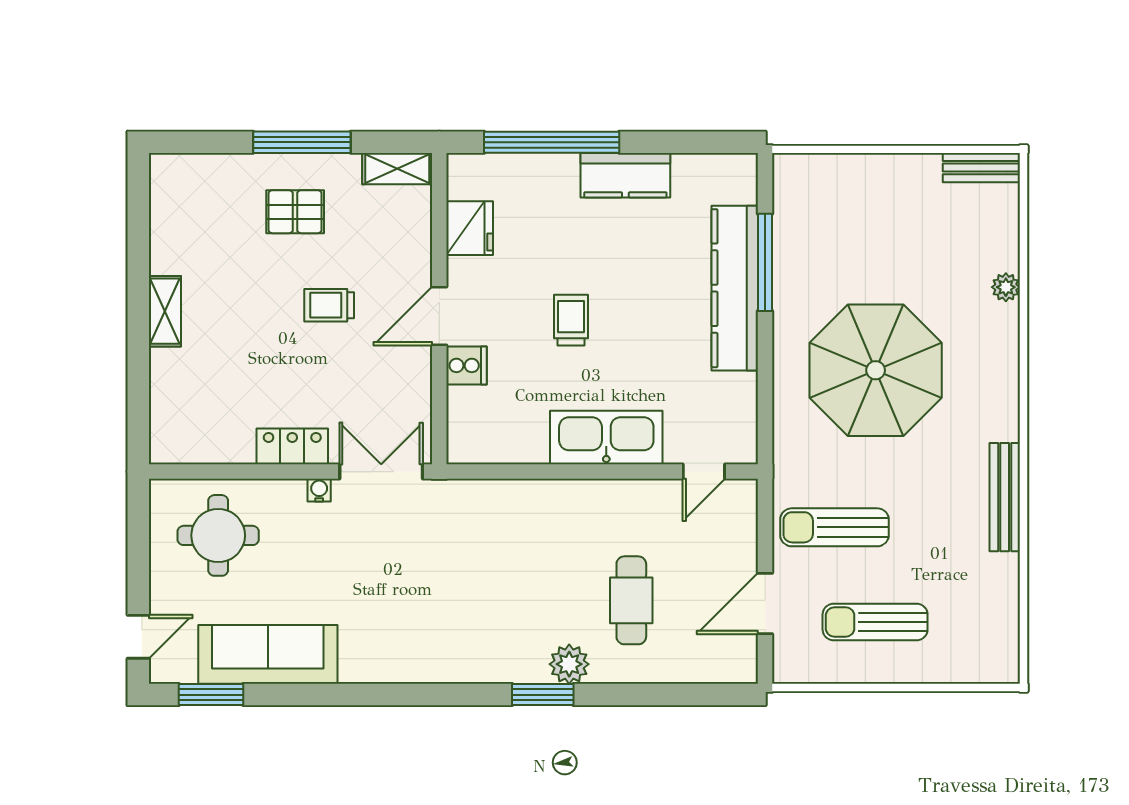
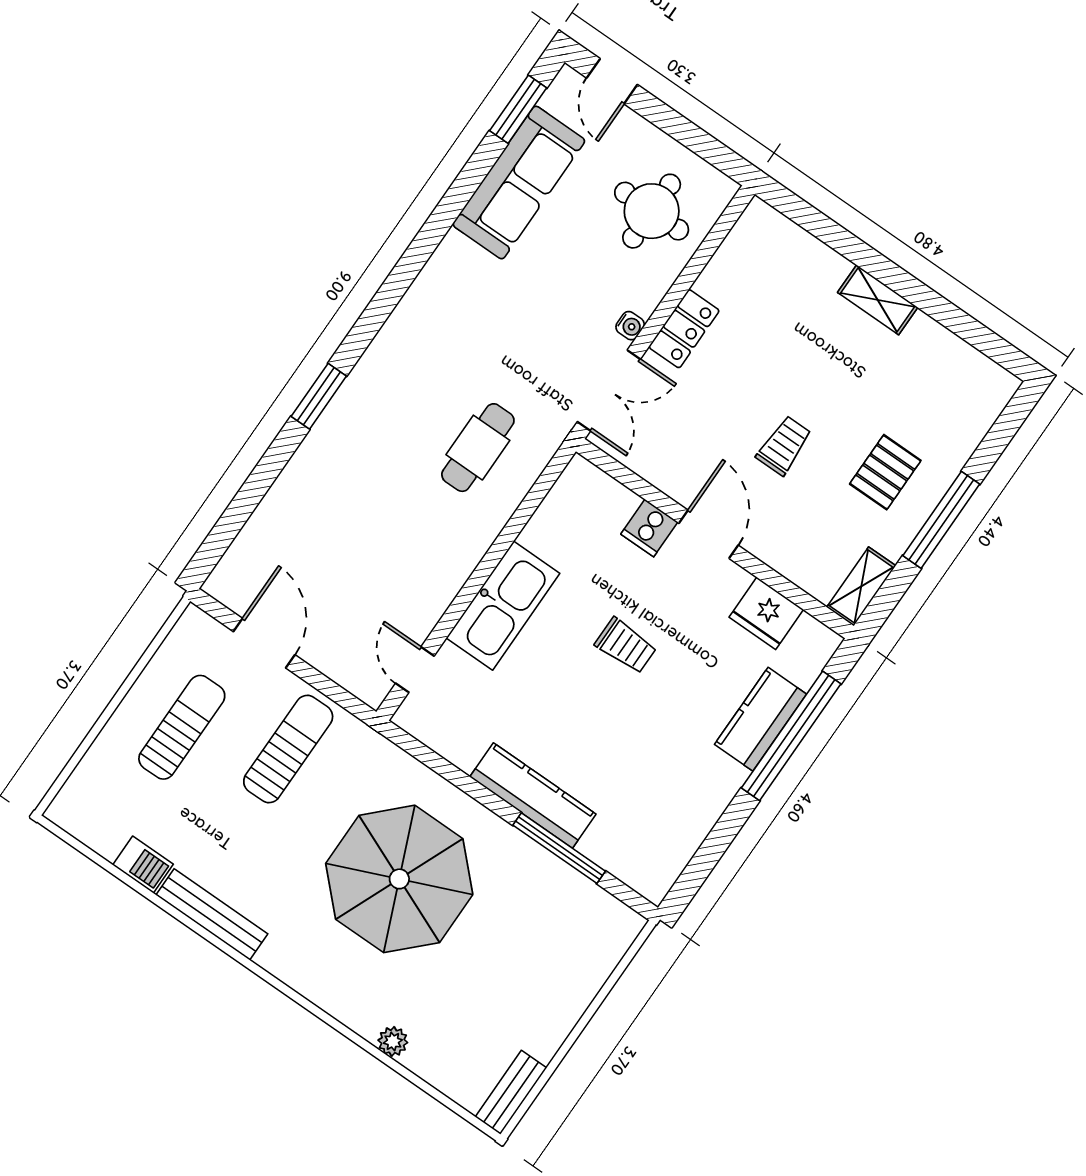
kitchen counter: (625, 175) -> (760, 719), moved
kitchen counter: (735, 288) -> (533, 796), width x0.72, depth x0.86
barbecue: (1003, 578) -> (143, 865), added
cafe table: (631, 600) -> (478, 448), moved, turned 90
plant: (569, 664) -> (329, 437), removed

